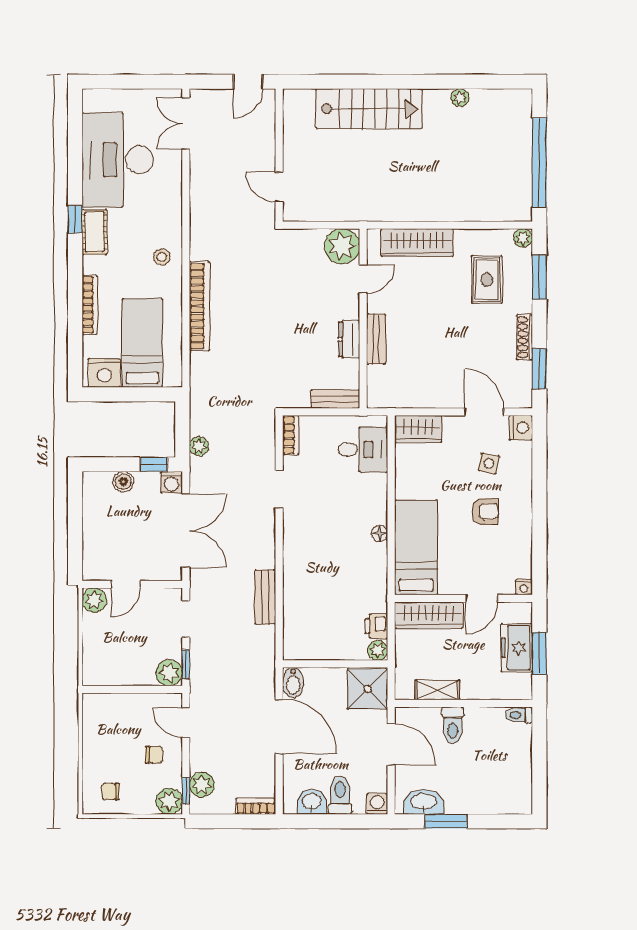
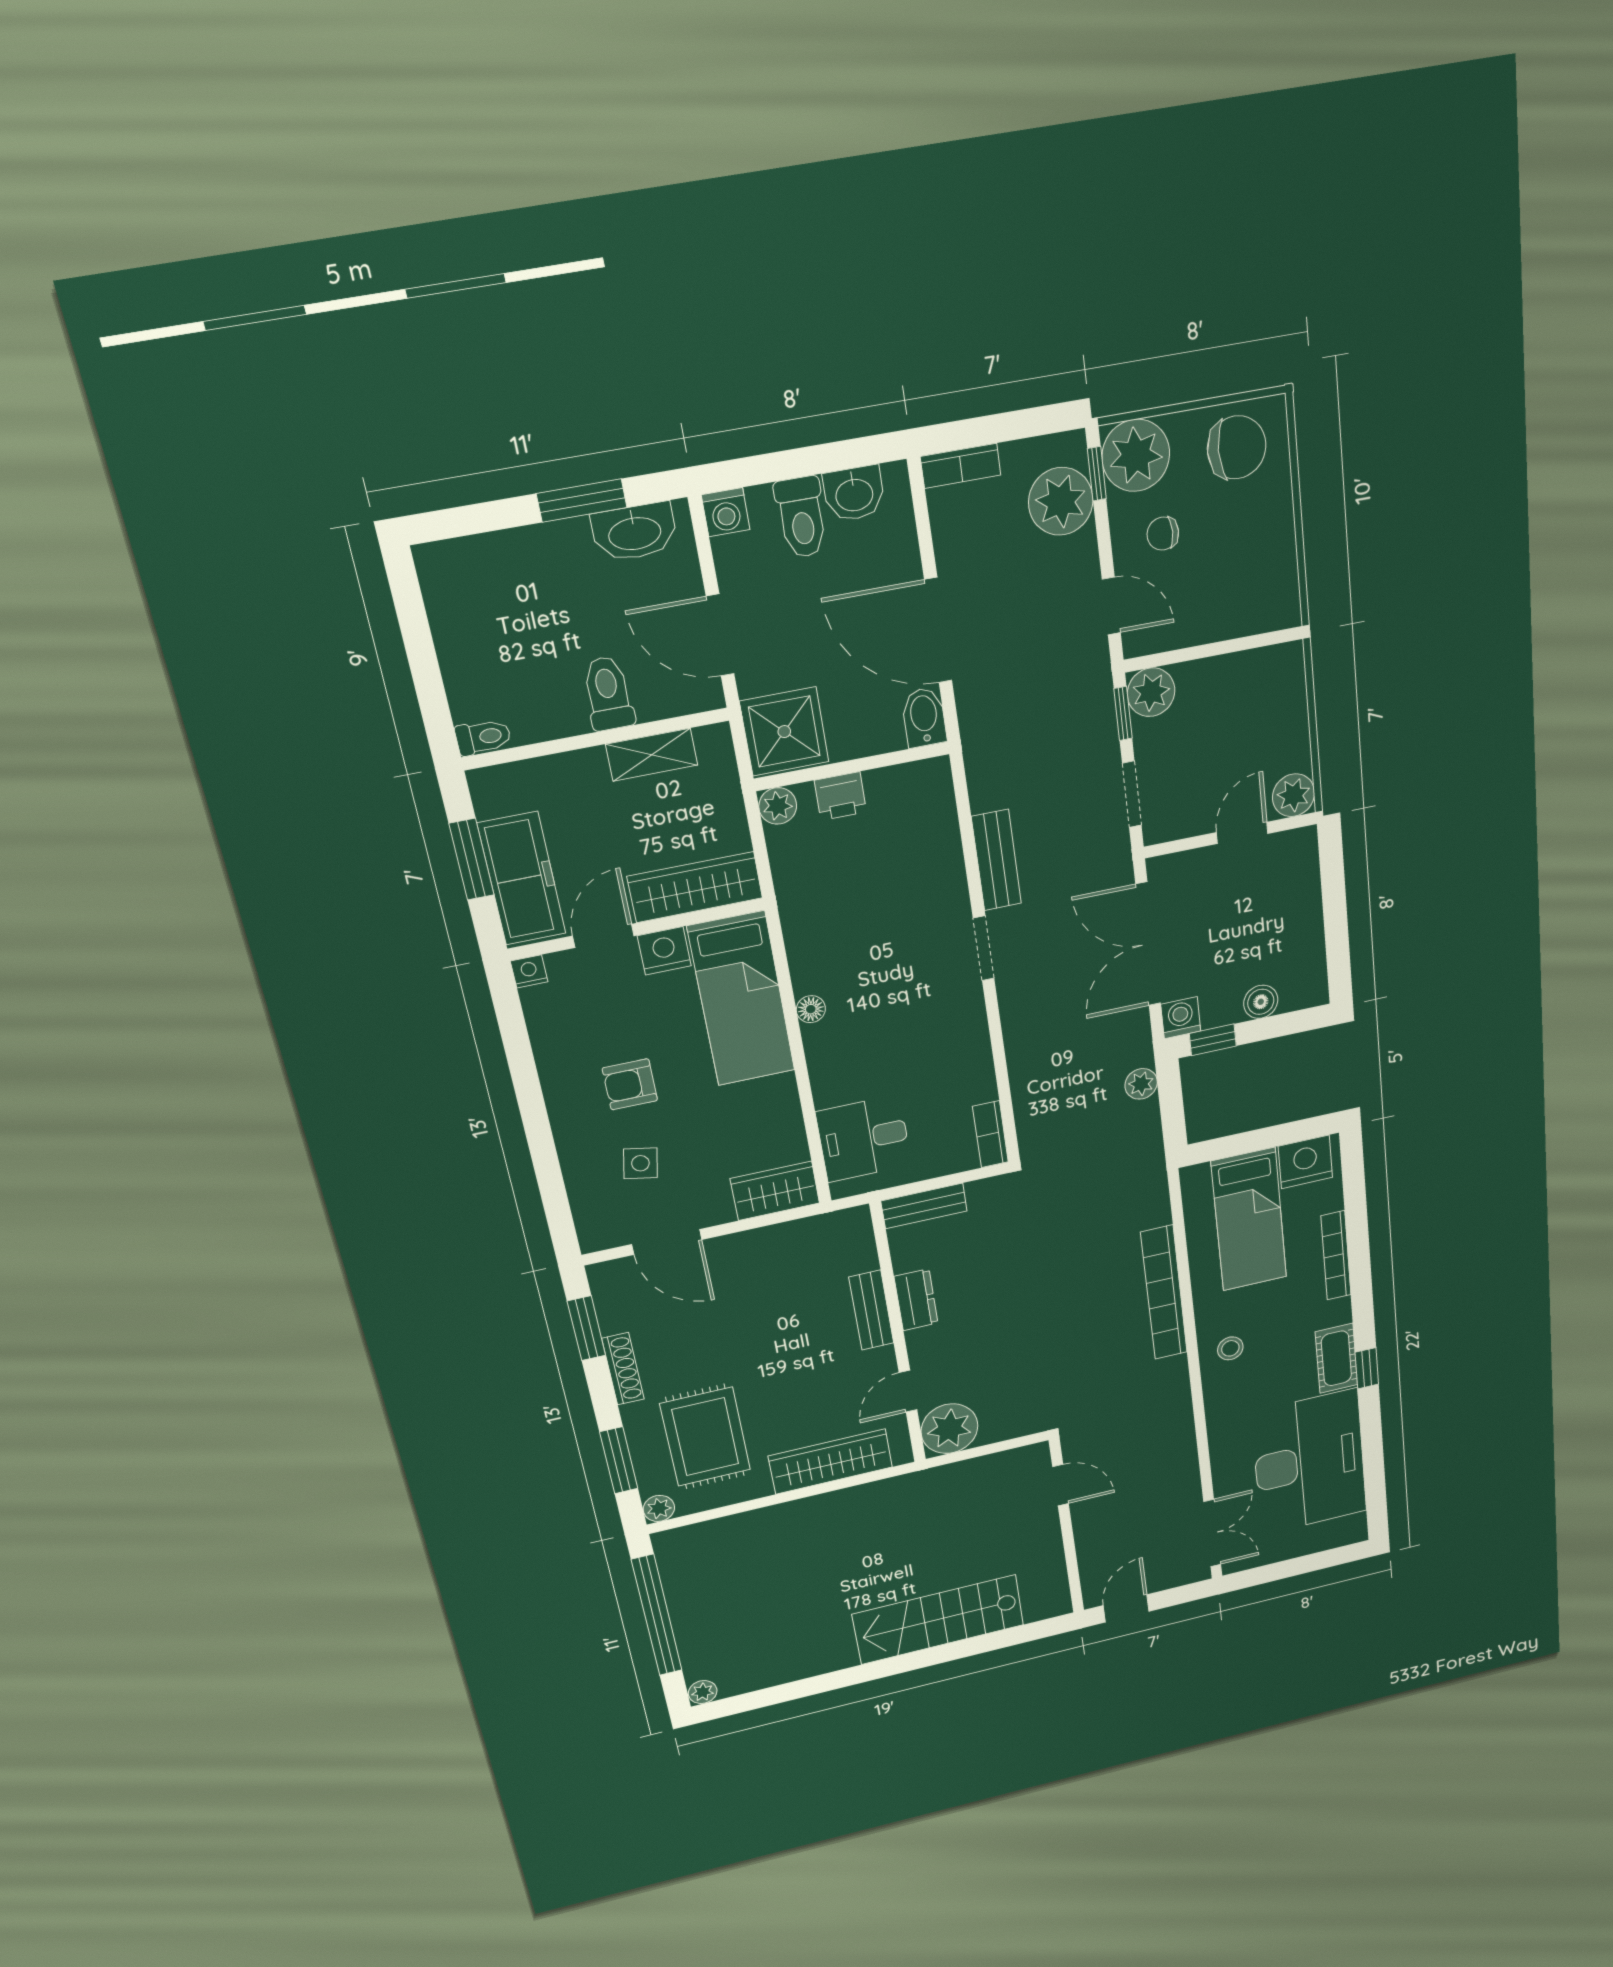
plant: (460, 98) -> (703, 1692), moved
rug: (487, 280) -> (705, 1437), width x1.36, depth x1.43
nightstand: (521, 428) -> (664, 951), moved, turned 90
doorway: (279, 489) -> (984, 948), moved
printer: (376, 626) -> (840, 796), moved, turned 90
freezer: (516, 648) -> (522, 879), width x1.40
plant: (202, 785) -> (1061, 501), width x1.36, depth x1.36
chair: (110, 791) -> (1237, 447), width x1.87, depth x1.87
plant: (169, 801) -> (1136, 455), width x1.36, depth x1.36

